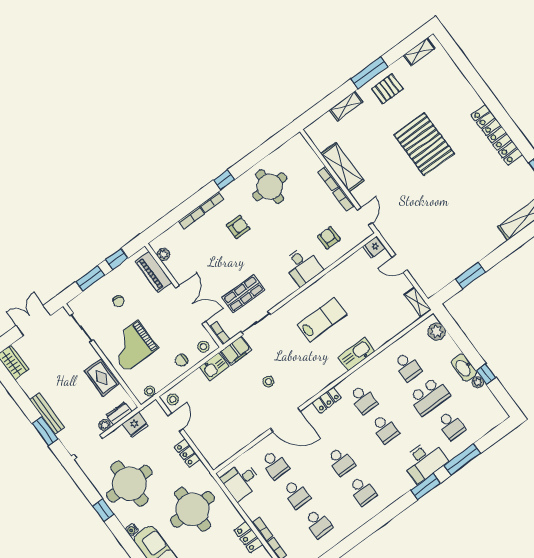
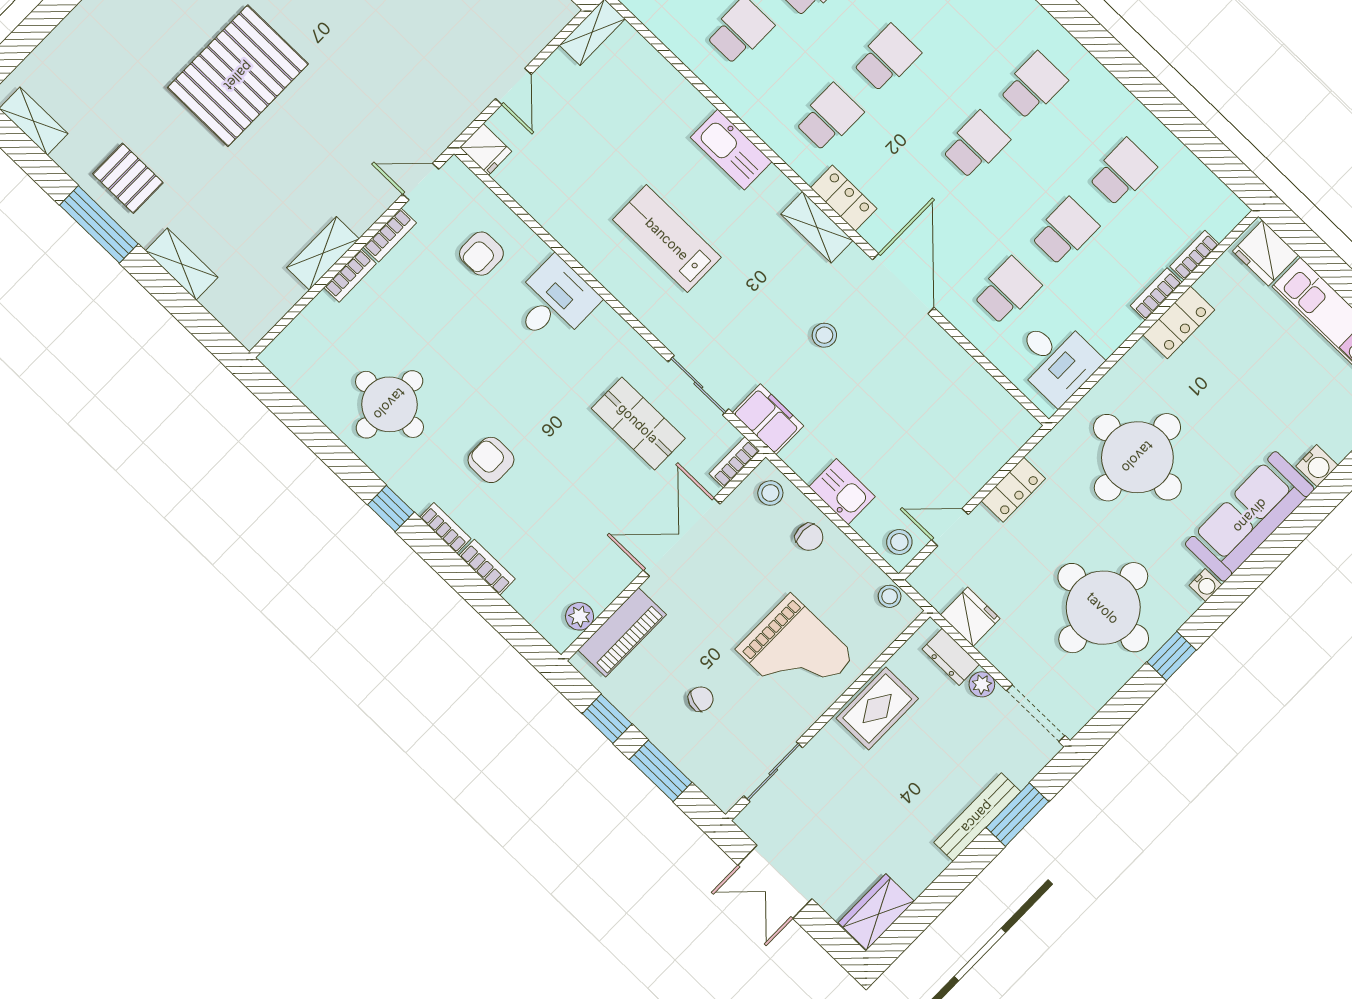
shelving: (342, 167) -> (323, 253), width x0.67, depth x0.75
kitchen sink: (214, 367) -> (842, 492), moved
shelving: (316, 386) -> (817, 227), added

